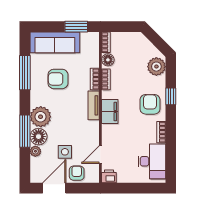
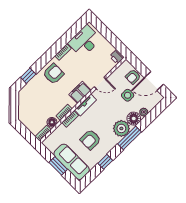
window: (76, 27) -> (58, 166), moved
plant: (156, 67) -> (29, 91), removed
window: (25, 73) -> (105, 162), width x0.46
armchair: (58, 79) -> (90, 140), turned 90
window: (171, 96) -> (28, 76), moved
armchair: (150, 104) -> (54, 74), turned 180
window: (25, 131) -> (129, 138), moved
door: (100, 155) -> (100, 83), moved

